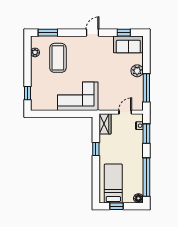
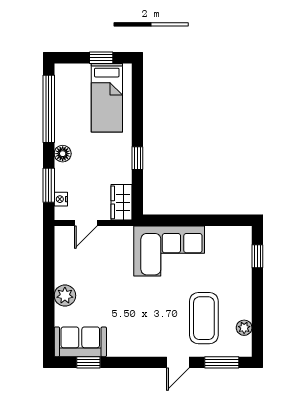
door: (92, 33) -> (178, 362), moved
window: (146, 88) -> (49, 265), removed
floor lamp: (138, 198) -> (63, 154), moved

